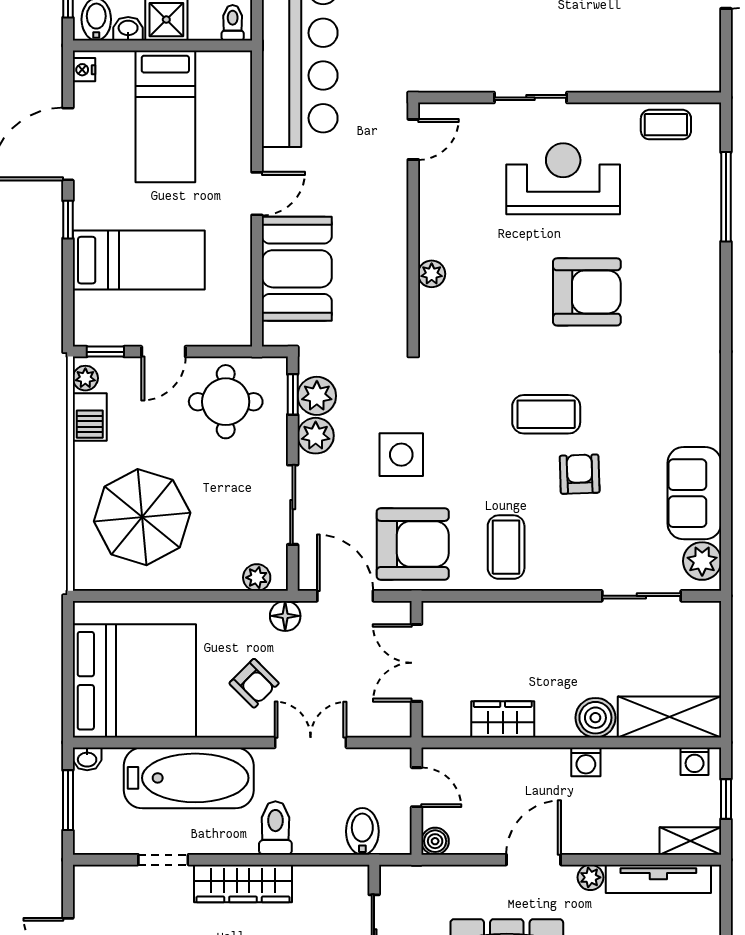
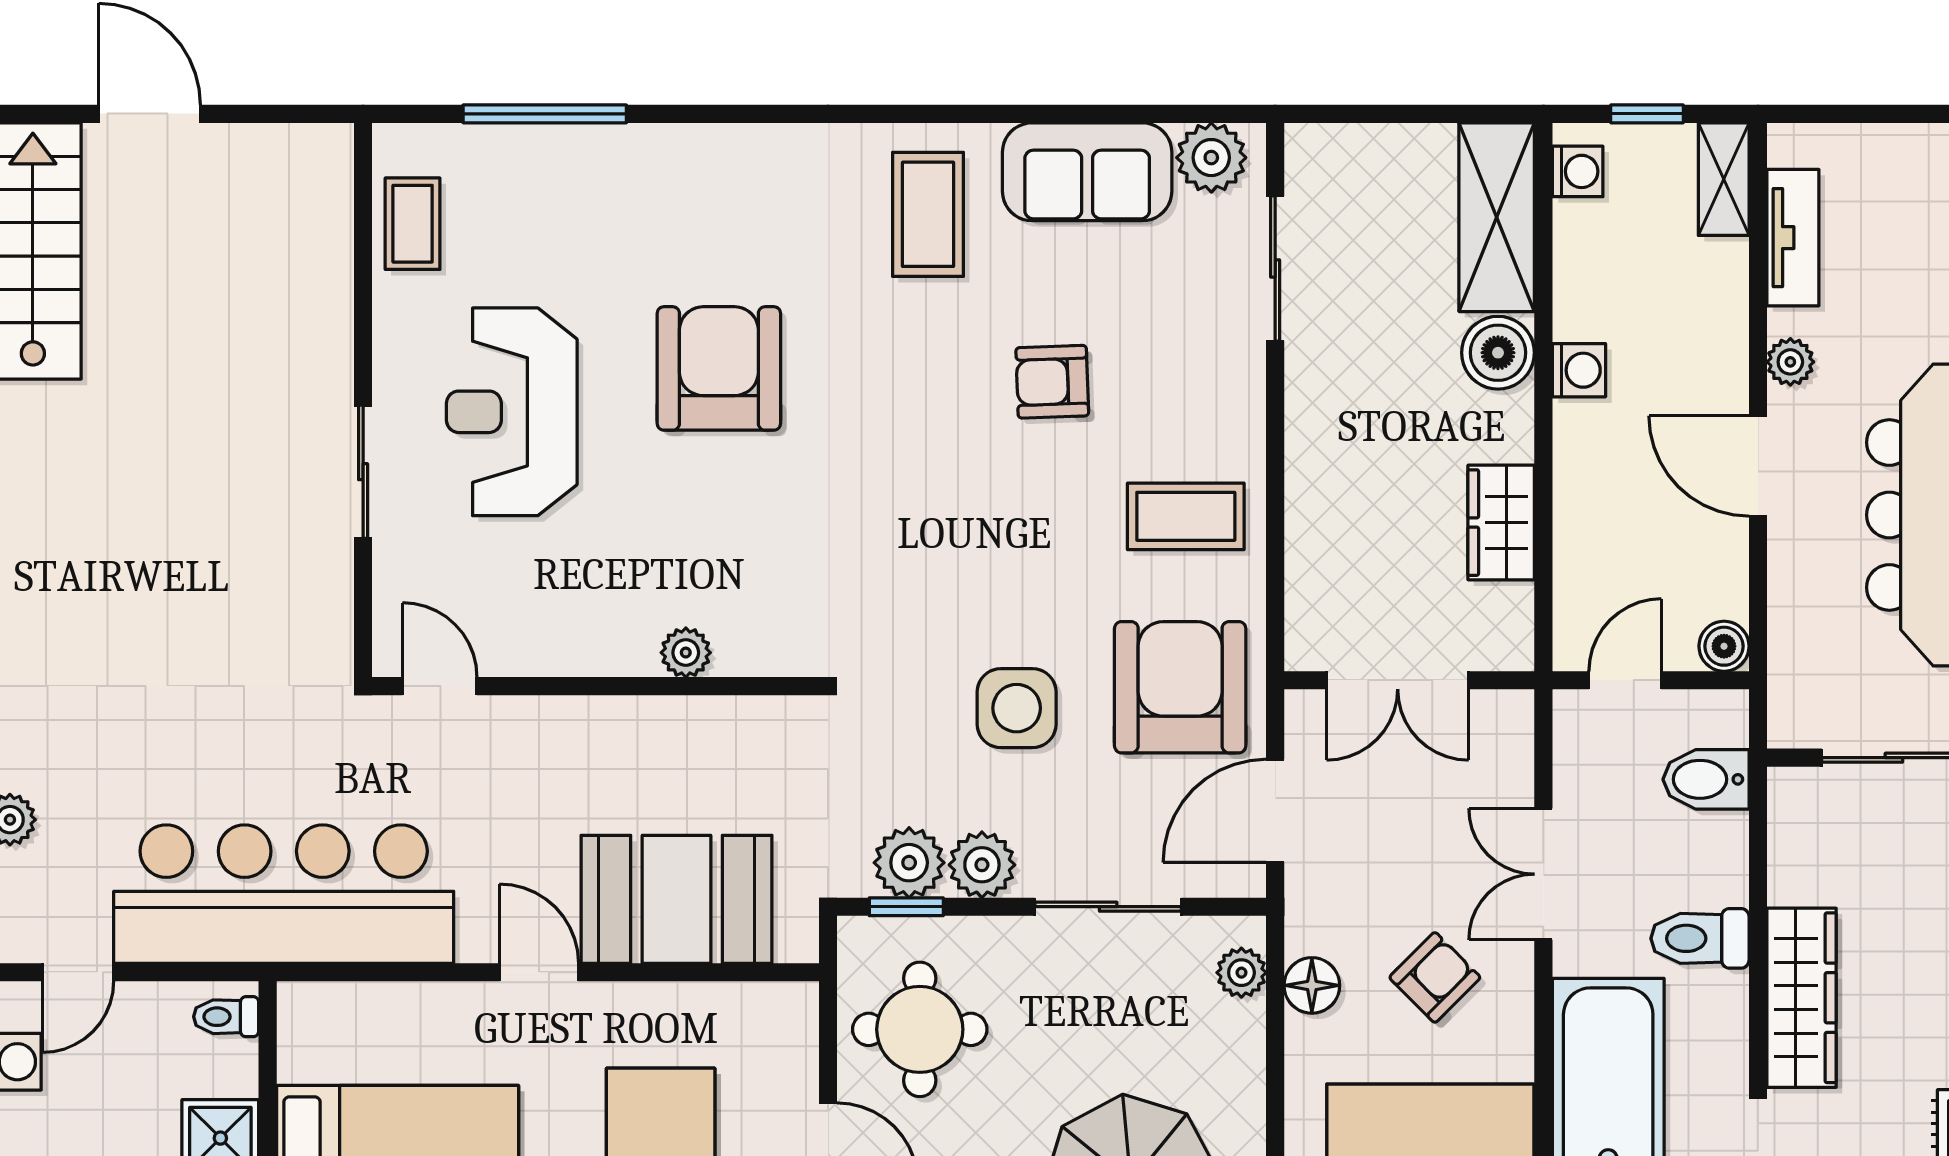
coffee table: (546, 414) -> (928, 214), moved
floor lamp: (285, 616) -> (1312, 985), moved
tv unit: (658, 879) -> (1793, 238), width x0.71

